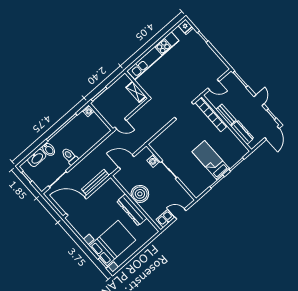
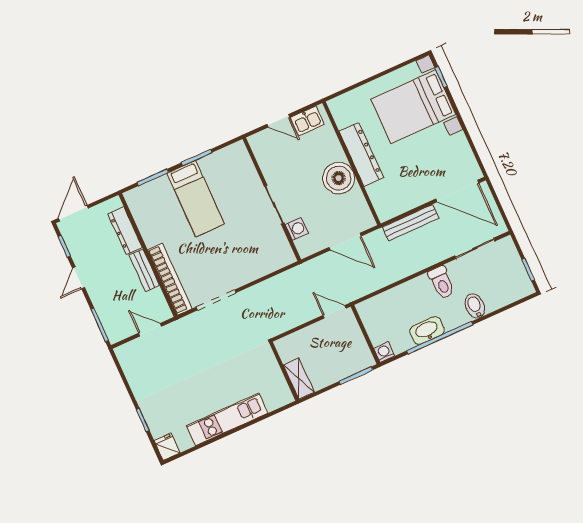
kitchen unit: (153, 56) -> (227, 419), width x0.73
shelving: (136, 92) -> (299, 379), moved
washbasin: (37, 158) -> (427, 330), moved

